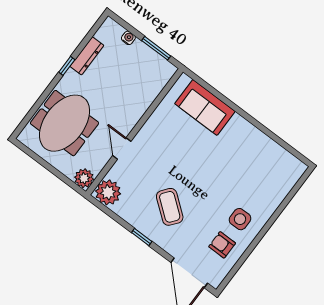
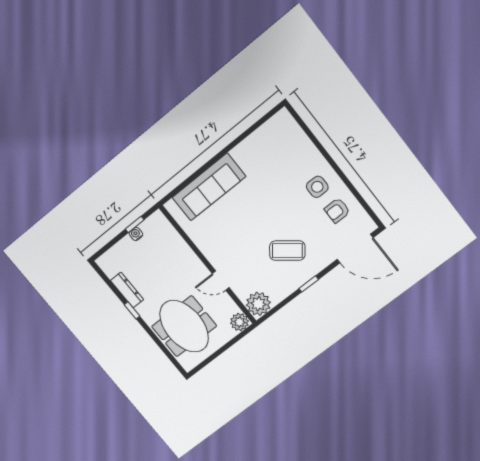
water cooler: (128, 38) -> (136, 234), moved
window: (156, 48) -> (135, 224), width x0.67
sofa: (205, 107) -> (209, 187), width x1.36

